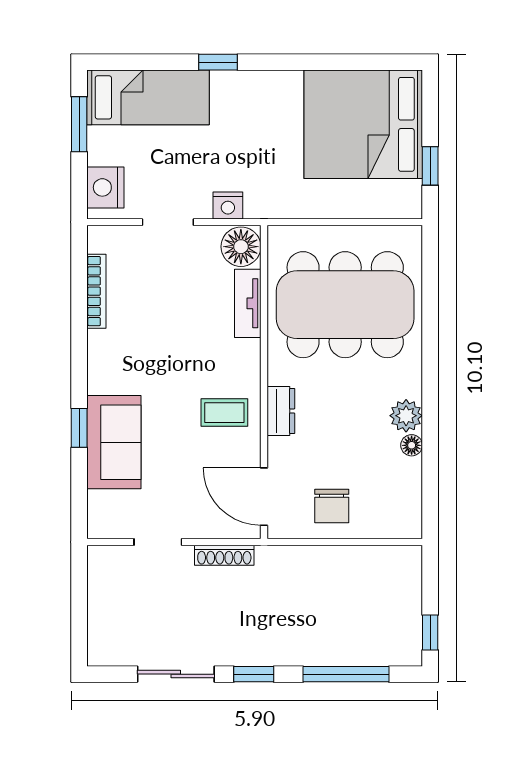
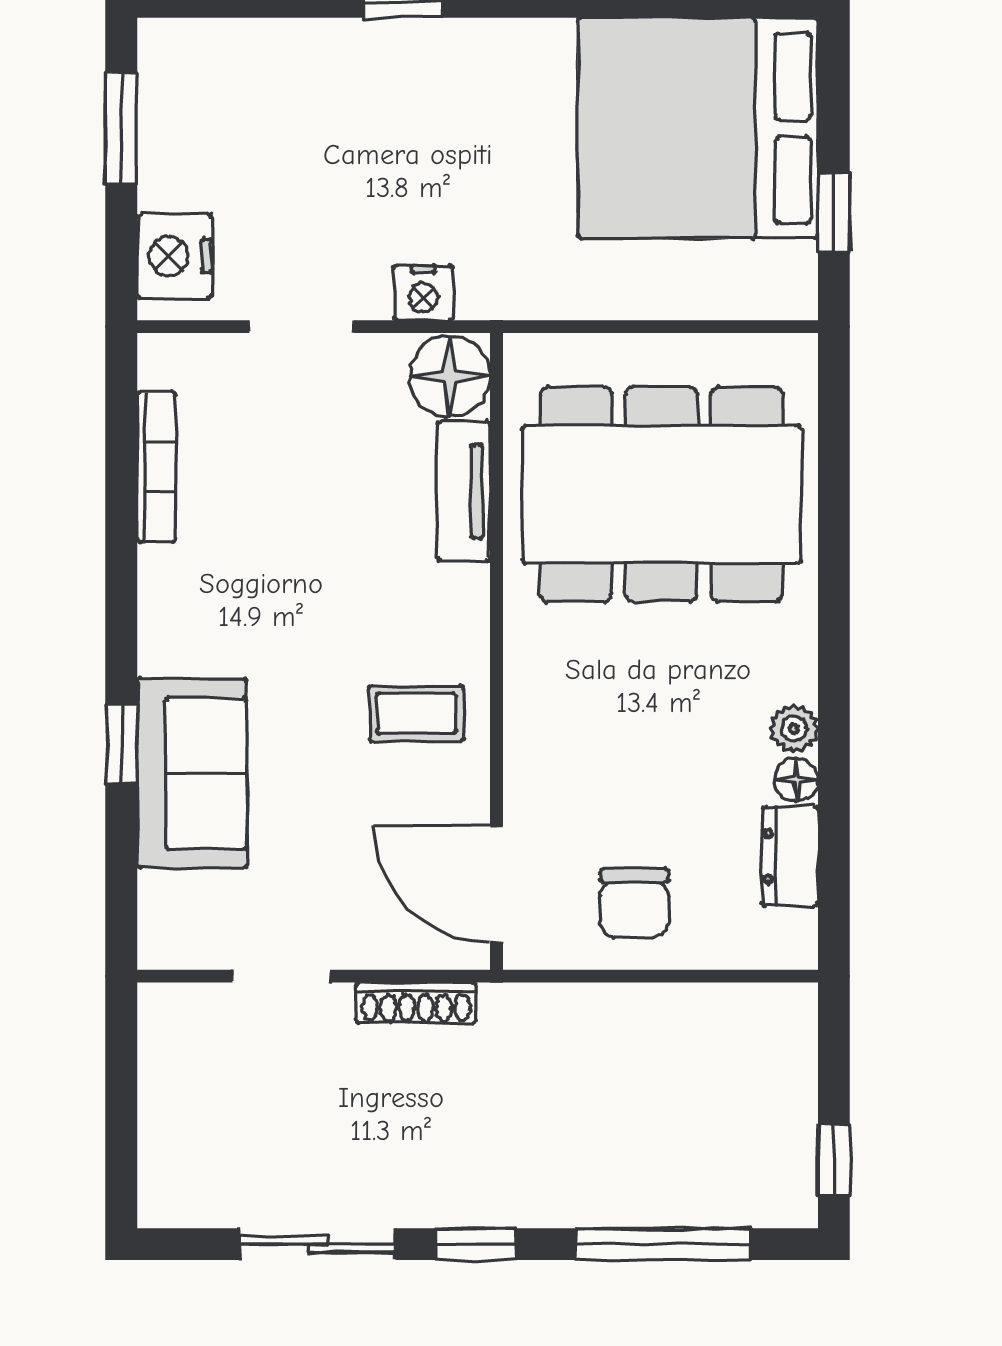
bed: (148, 97) -> (261, 73), removed
dresser: (281, 411) -> (790, 856), moved, turned 180
plant: (406, 416) -> (794, 729), width x0.73, depth x0.73

